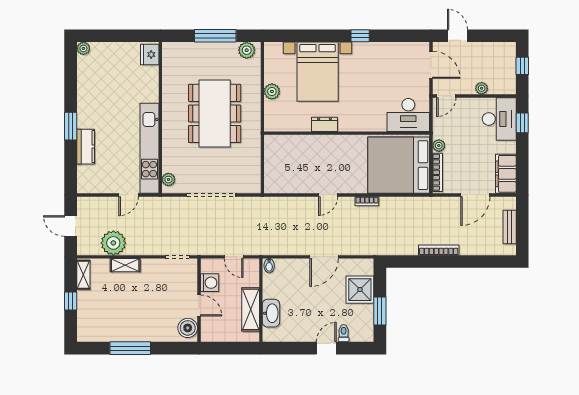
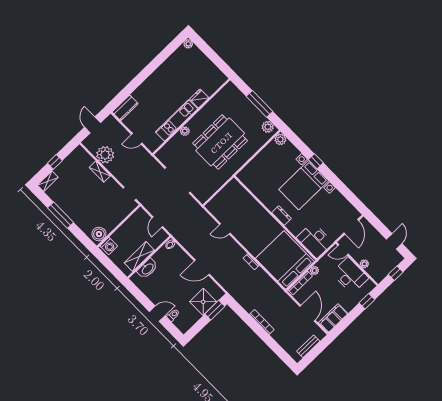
window: (360, 36) -> (316, 161), moved
door: (457, 36) -> (394, 241), moved
fridge: (150, 55) -> (199, 98), moved
bed with nightstands: (318, 72) -> (304, 185), moved
plant: (272, 91) -> (280, 139), moved
desk: (499, 119) -> (350, 275), moved, turned -90
dresser: (324, 124) -> (281, 216), moved
window: (71, 126) -> (143, 76), removed
kitchen counter: (86, 147) -> (125, 108), moved
kitchen unit: (149, 148) -> (177, 120), width x0.73
plant: (168, 180) -> (185, 131), moved
door: (328, 195) -> (225, 229), moved
door: (475, 195) -> (308, 313), swing flipped
shelving: (83, 275) -> (48, 181), moved
washing machine: (210, 283) -> (109, 246), moved
door: (199, 306) -> (116, 229), removed
window: (380, 311) -> (215, 310), moved

